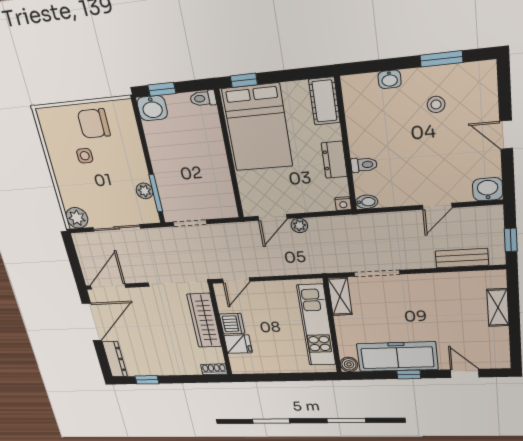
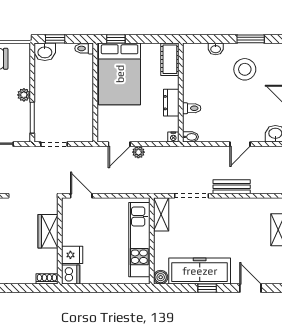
stool: (436, 104) -> (245, 69), width x1.89, depth x1.89
plant: (145, 191) -> (24, 95), moved
bench: (462, 258) -> (232, 187), moved
door: (236, 280) -> (81, 196), swing flipped
wardrobe: (204, 321) -> (48, 231), width x0.67
dishwasher: (232, 324) -> (71, 275), moved

